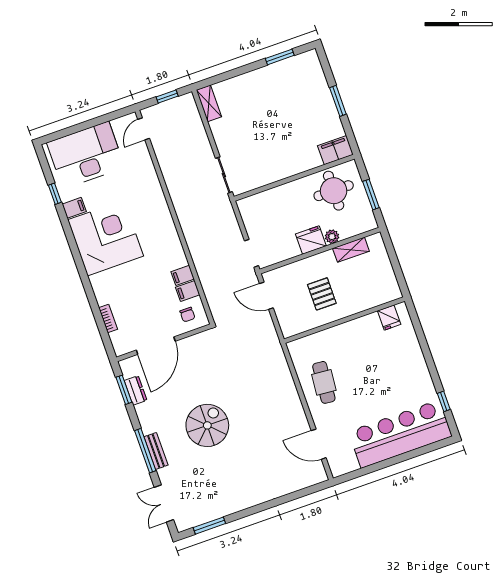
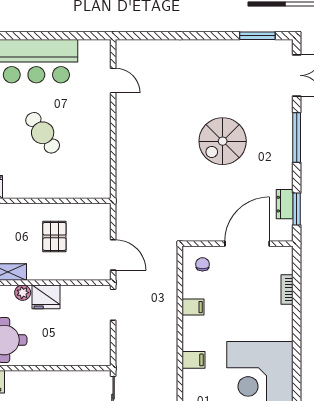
filing cabinet: (188, 291) -> (194, 360), moved
cafe table: (324, 382) -> (43, 133), moved, turned -40
door: (319, 444) -> (113, 80), width x0.73
bench: (156, 451) -> (286, 133), removed

